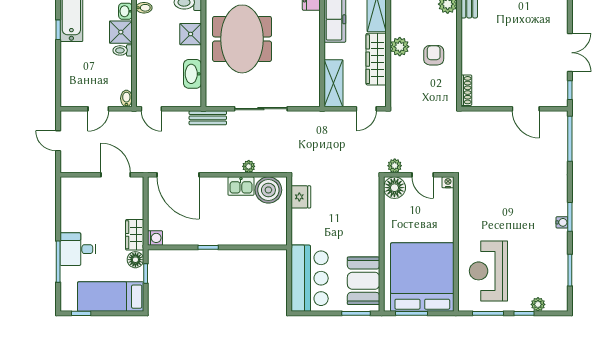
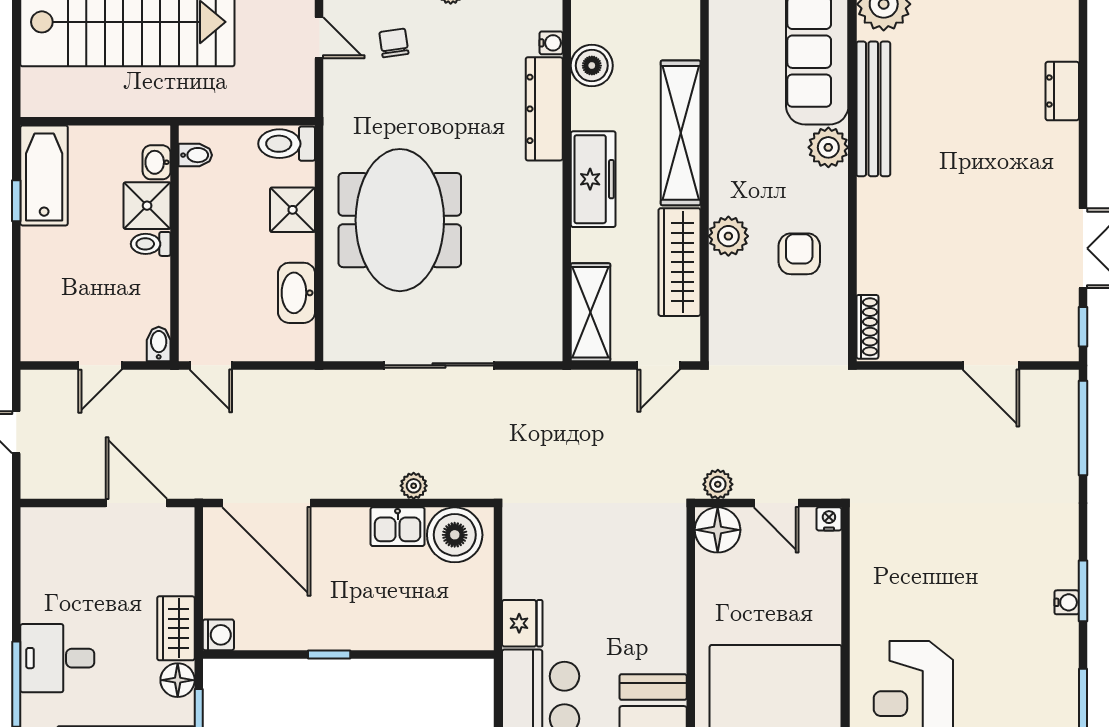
bench: (208, 118) -> (328, 384), removed
fridge: (301, 197) -> (522, 623), moved

